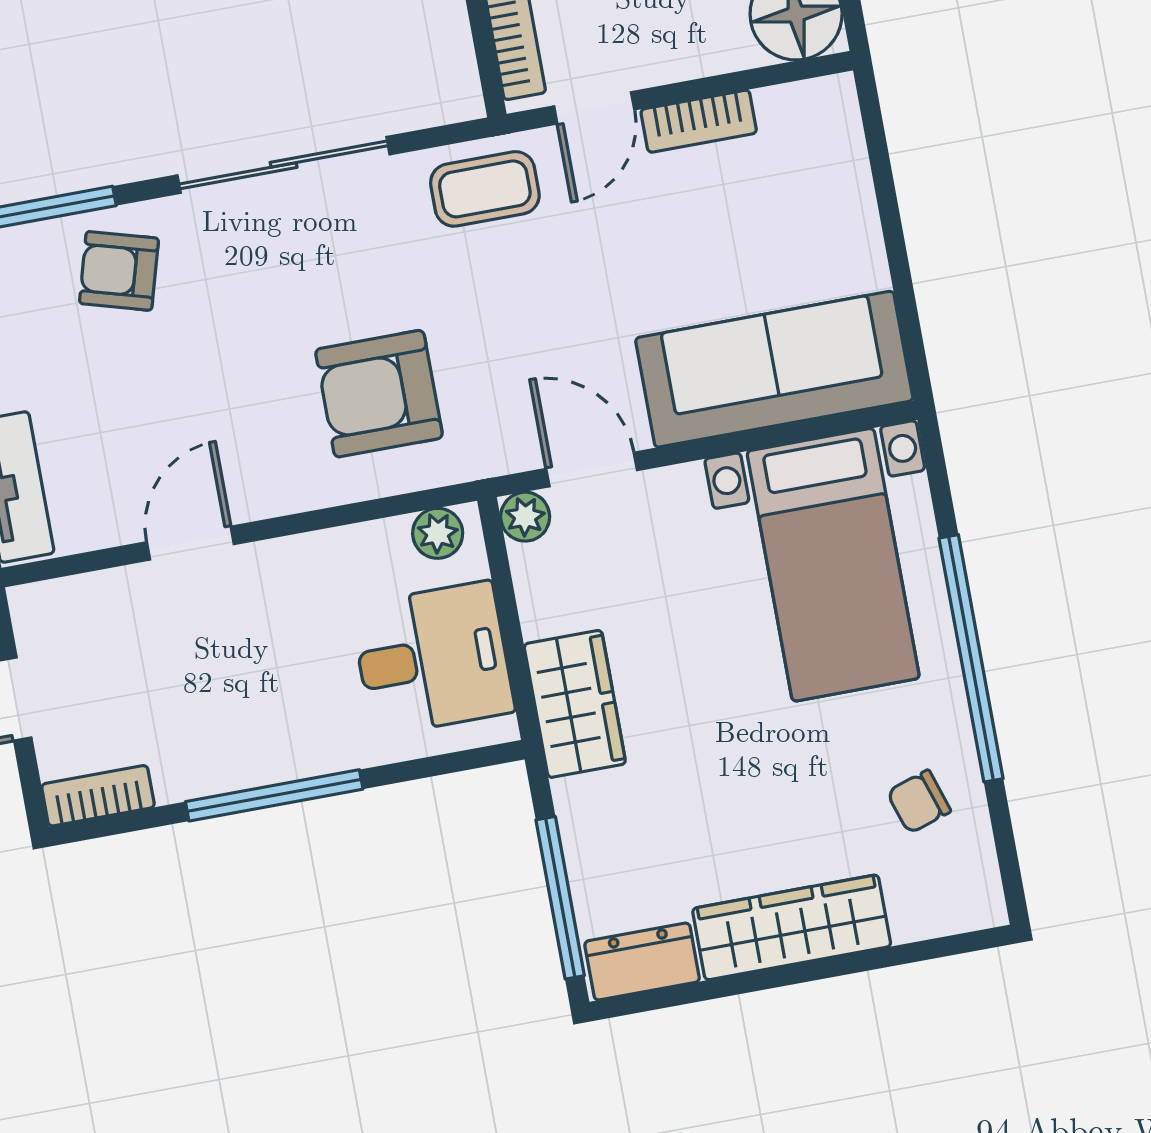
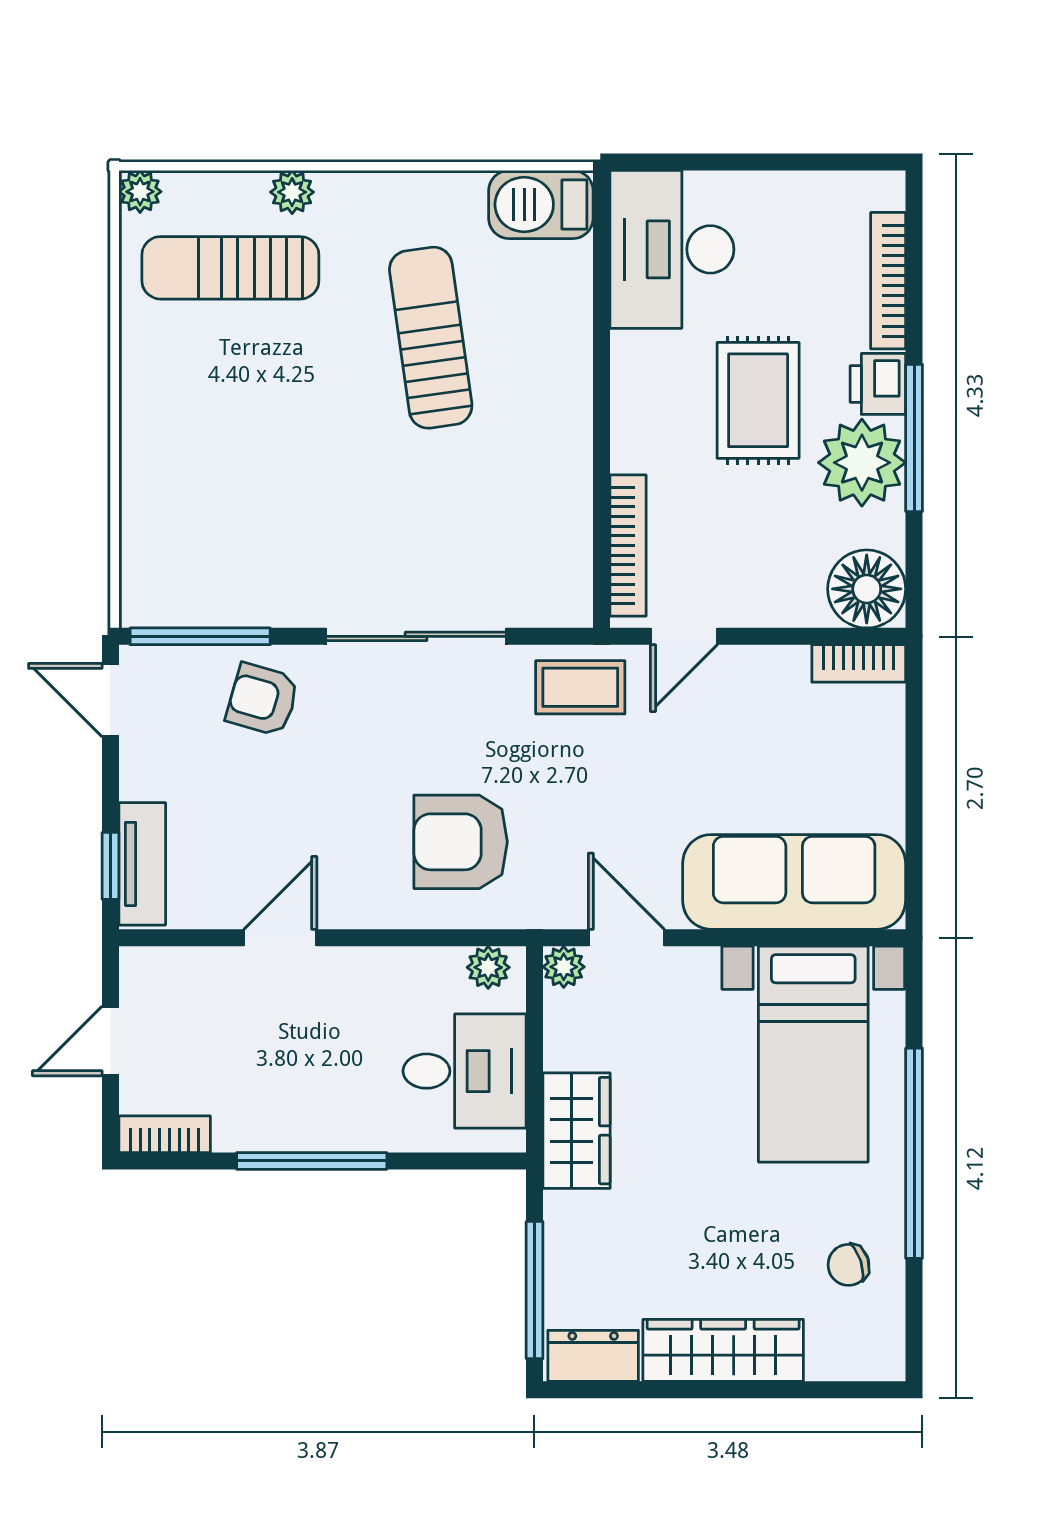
bookcase: (699, 121) -> (859, 663), moved

